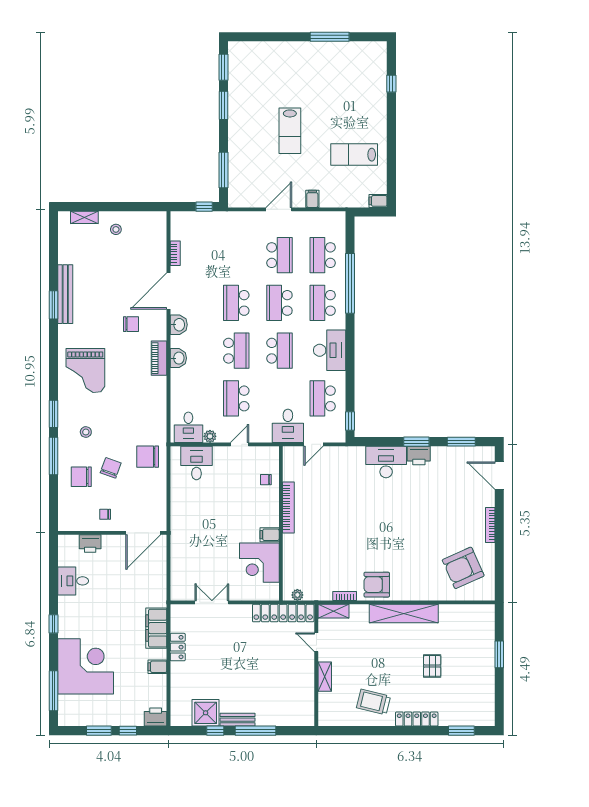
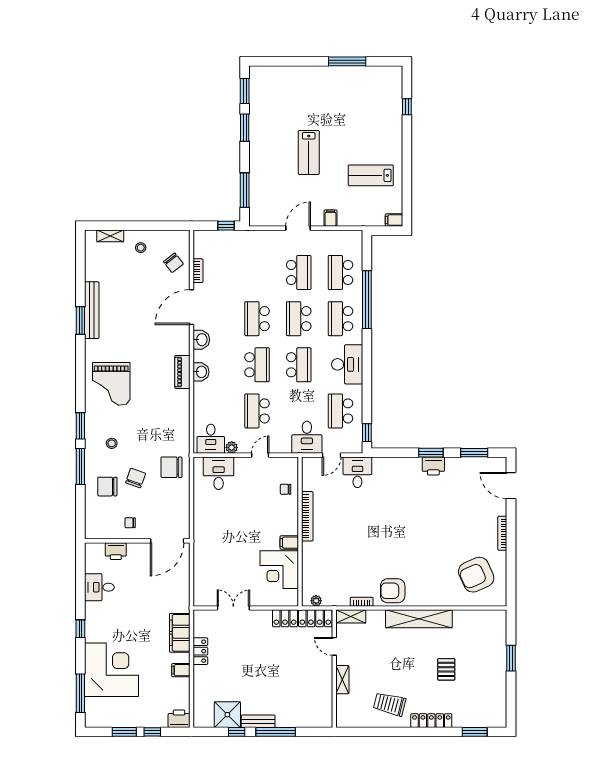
chair: (131, 324) -> (173, 263), moved, turned 52
desk: (386, 462) -> (357, 472), moved, width x0.73

